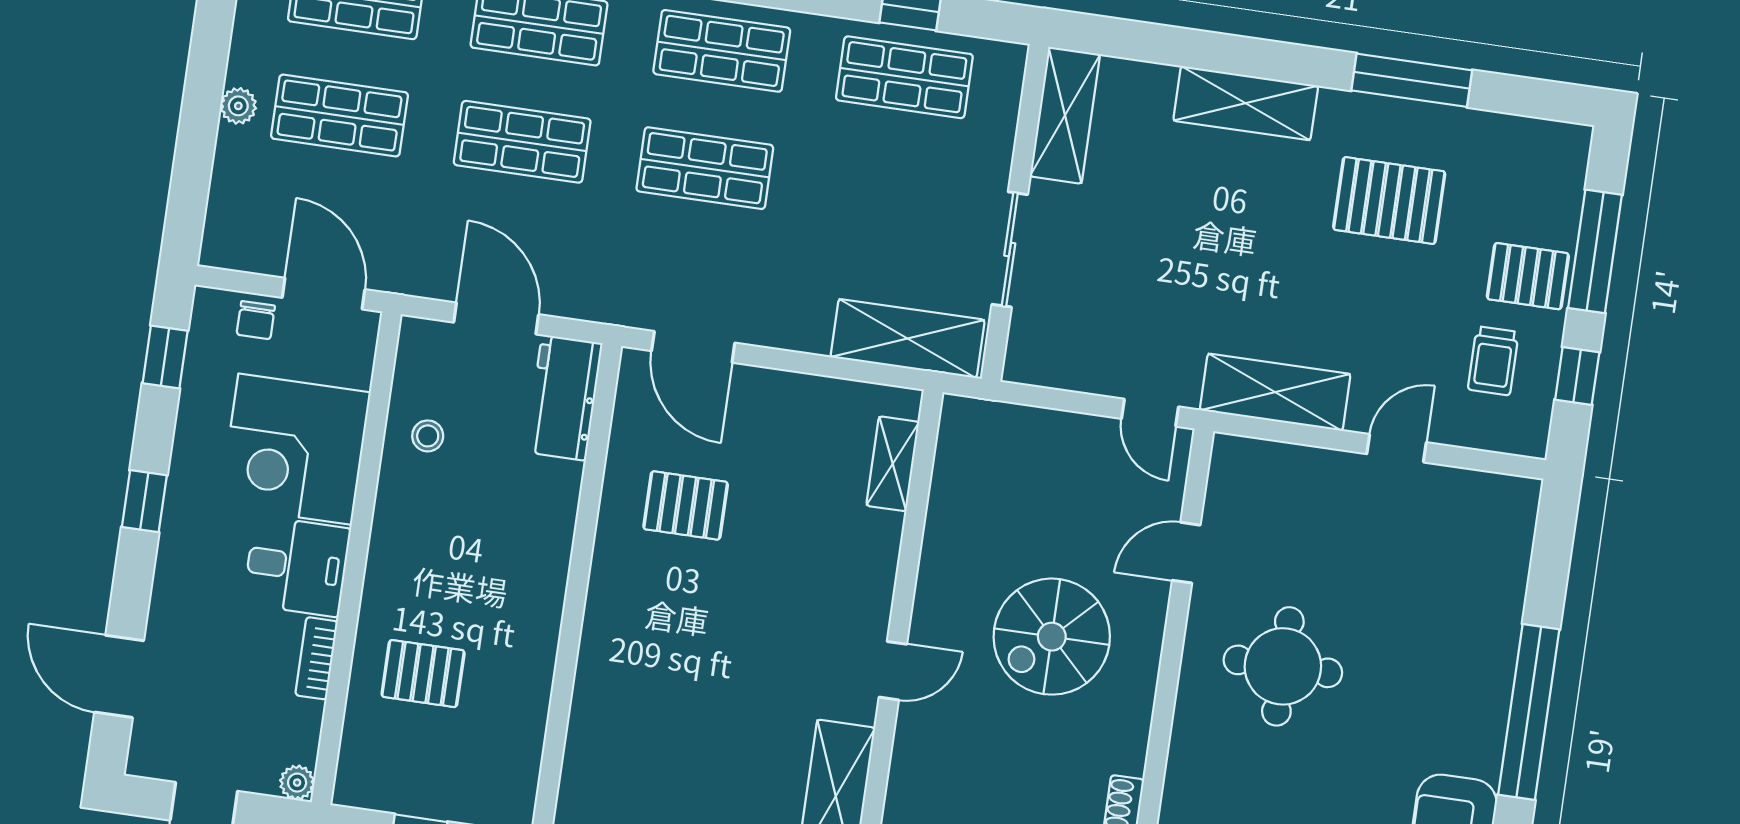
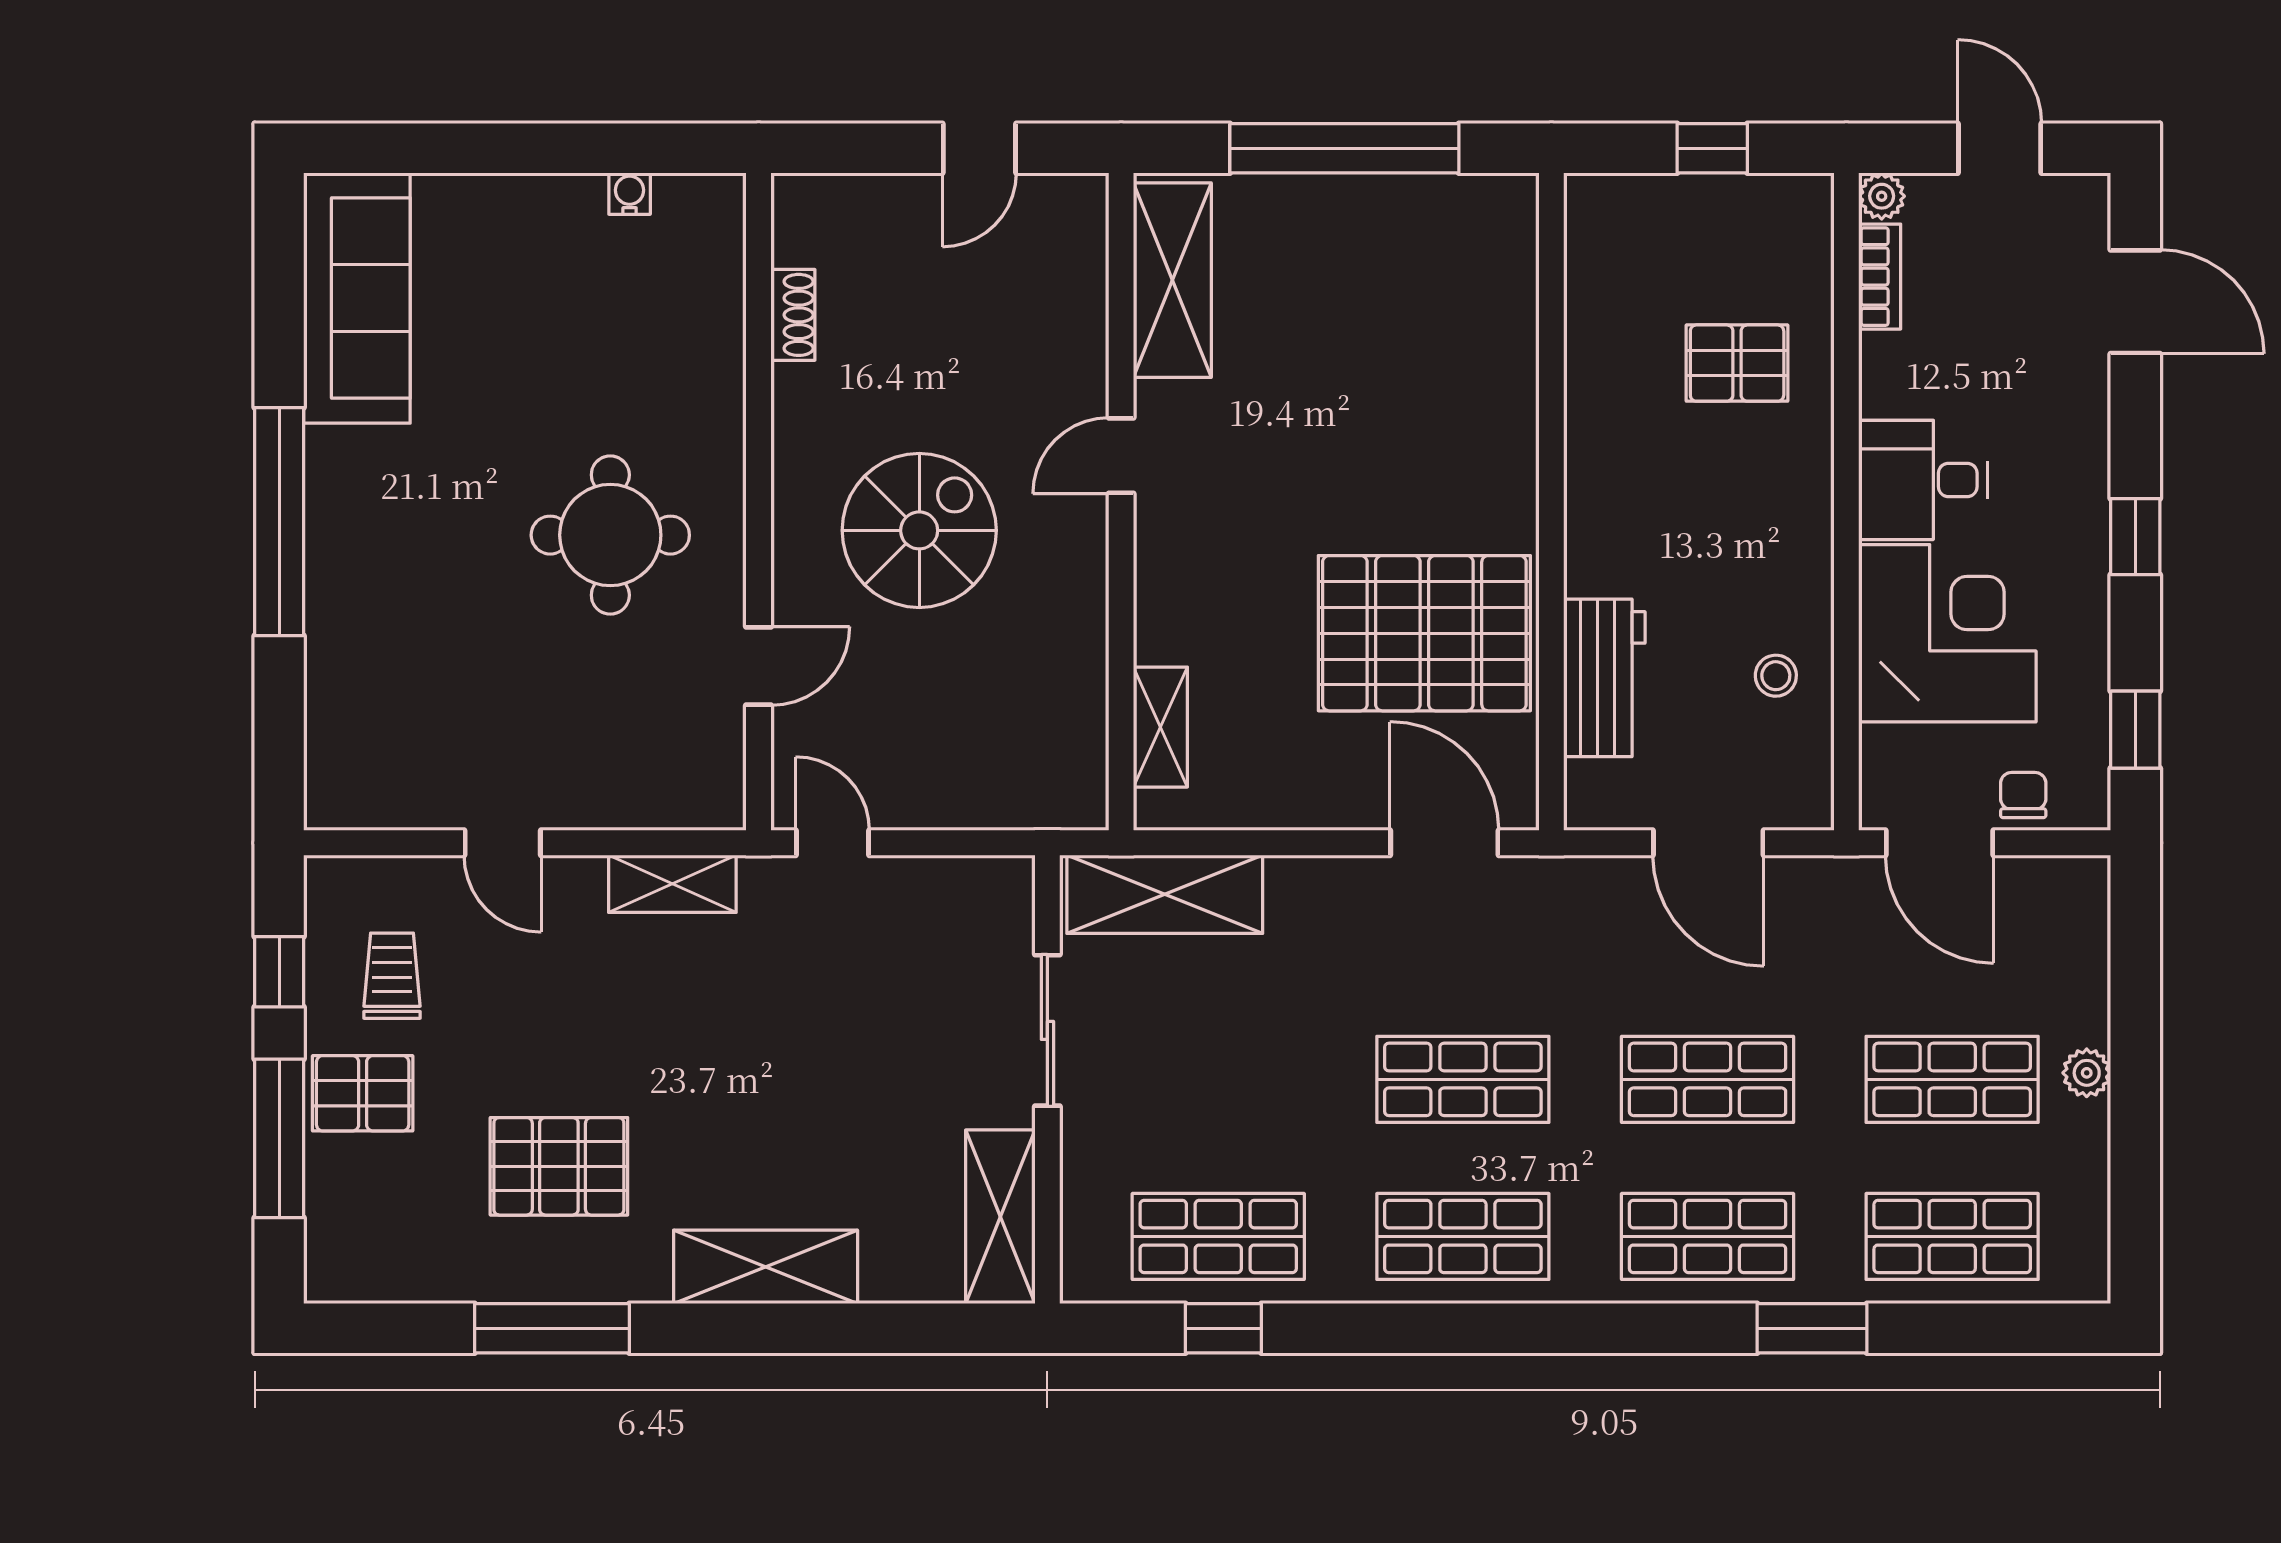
shelving: (1275, 392) -> (672, 884), width x0.67, depth x0.75
workbench: (564, 398) -> (1604, 678), moved
door: (1396, 448) -> (503, 843), hinge flipped
pallet: (686, 505) -> (1424, 633), width x2.05, depth x2.00
bookcase: (316, 658) -> (1880, 277), moved

